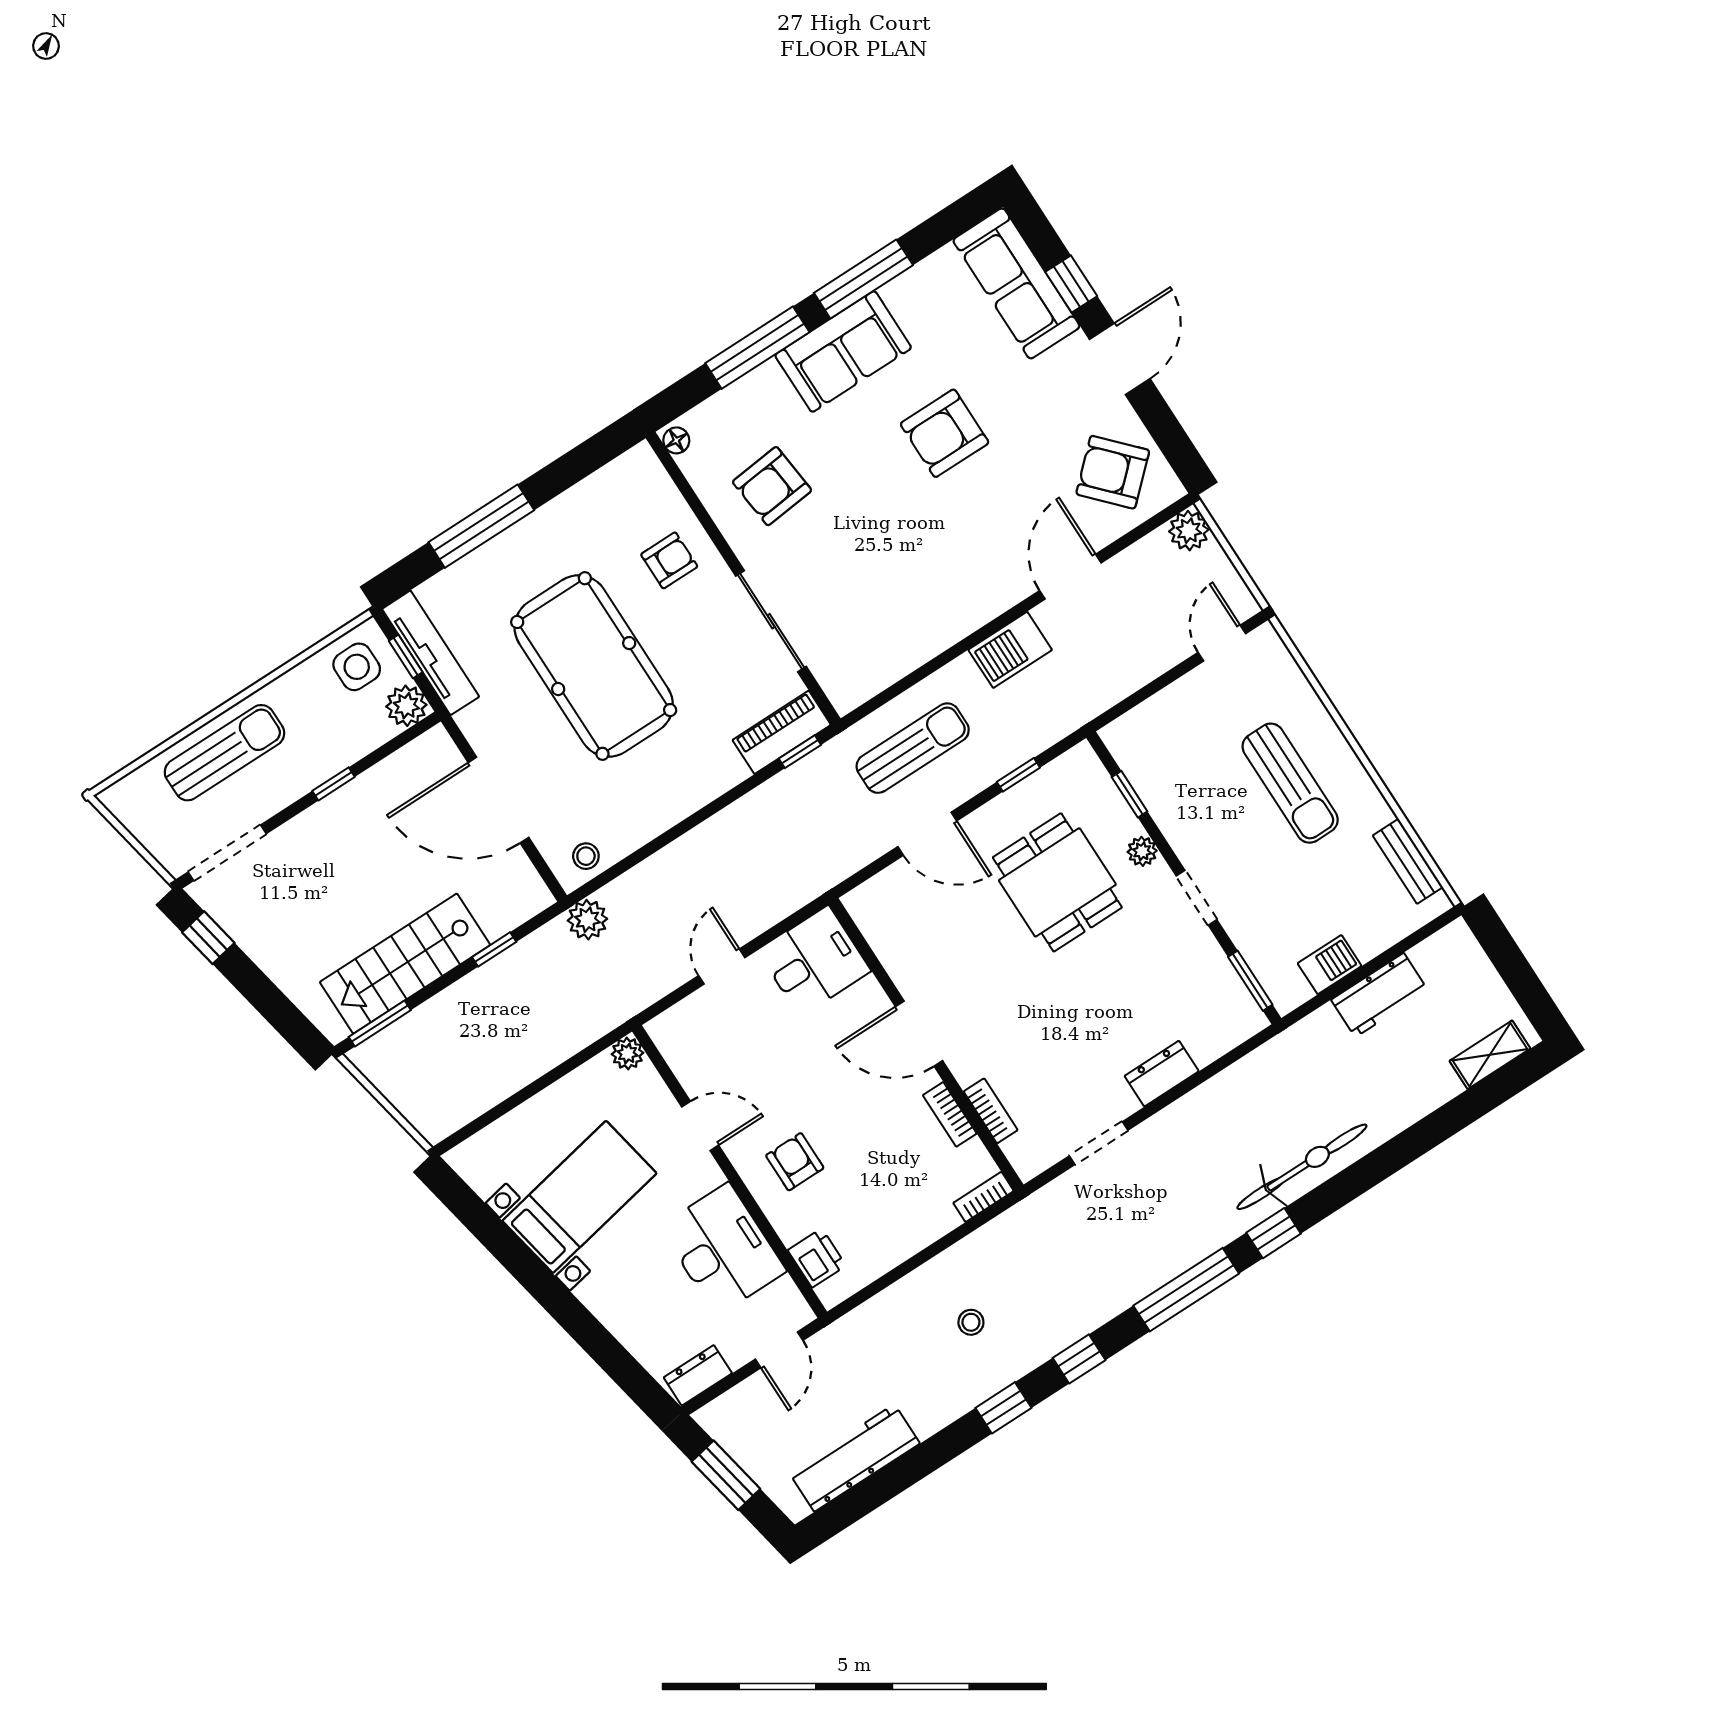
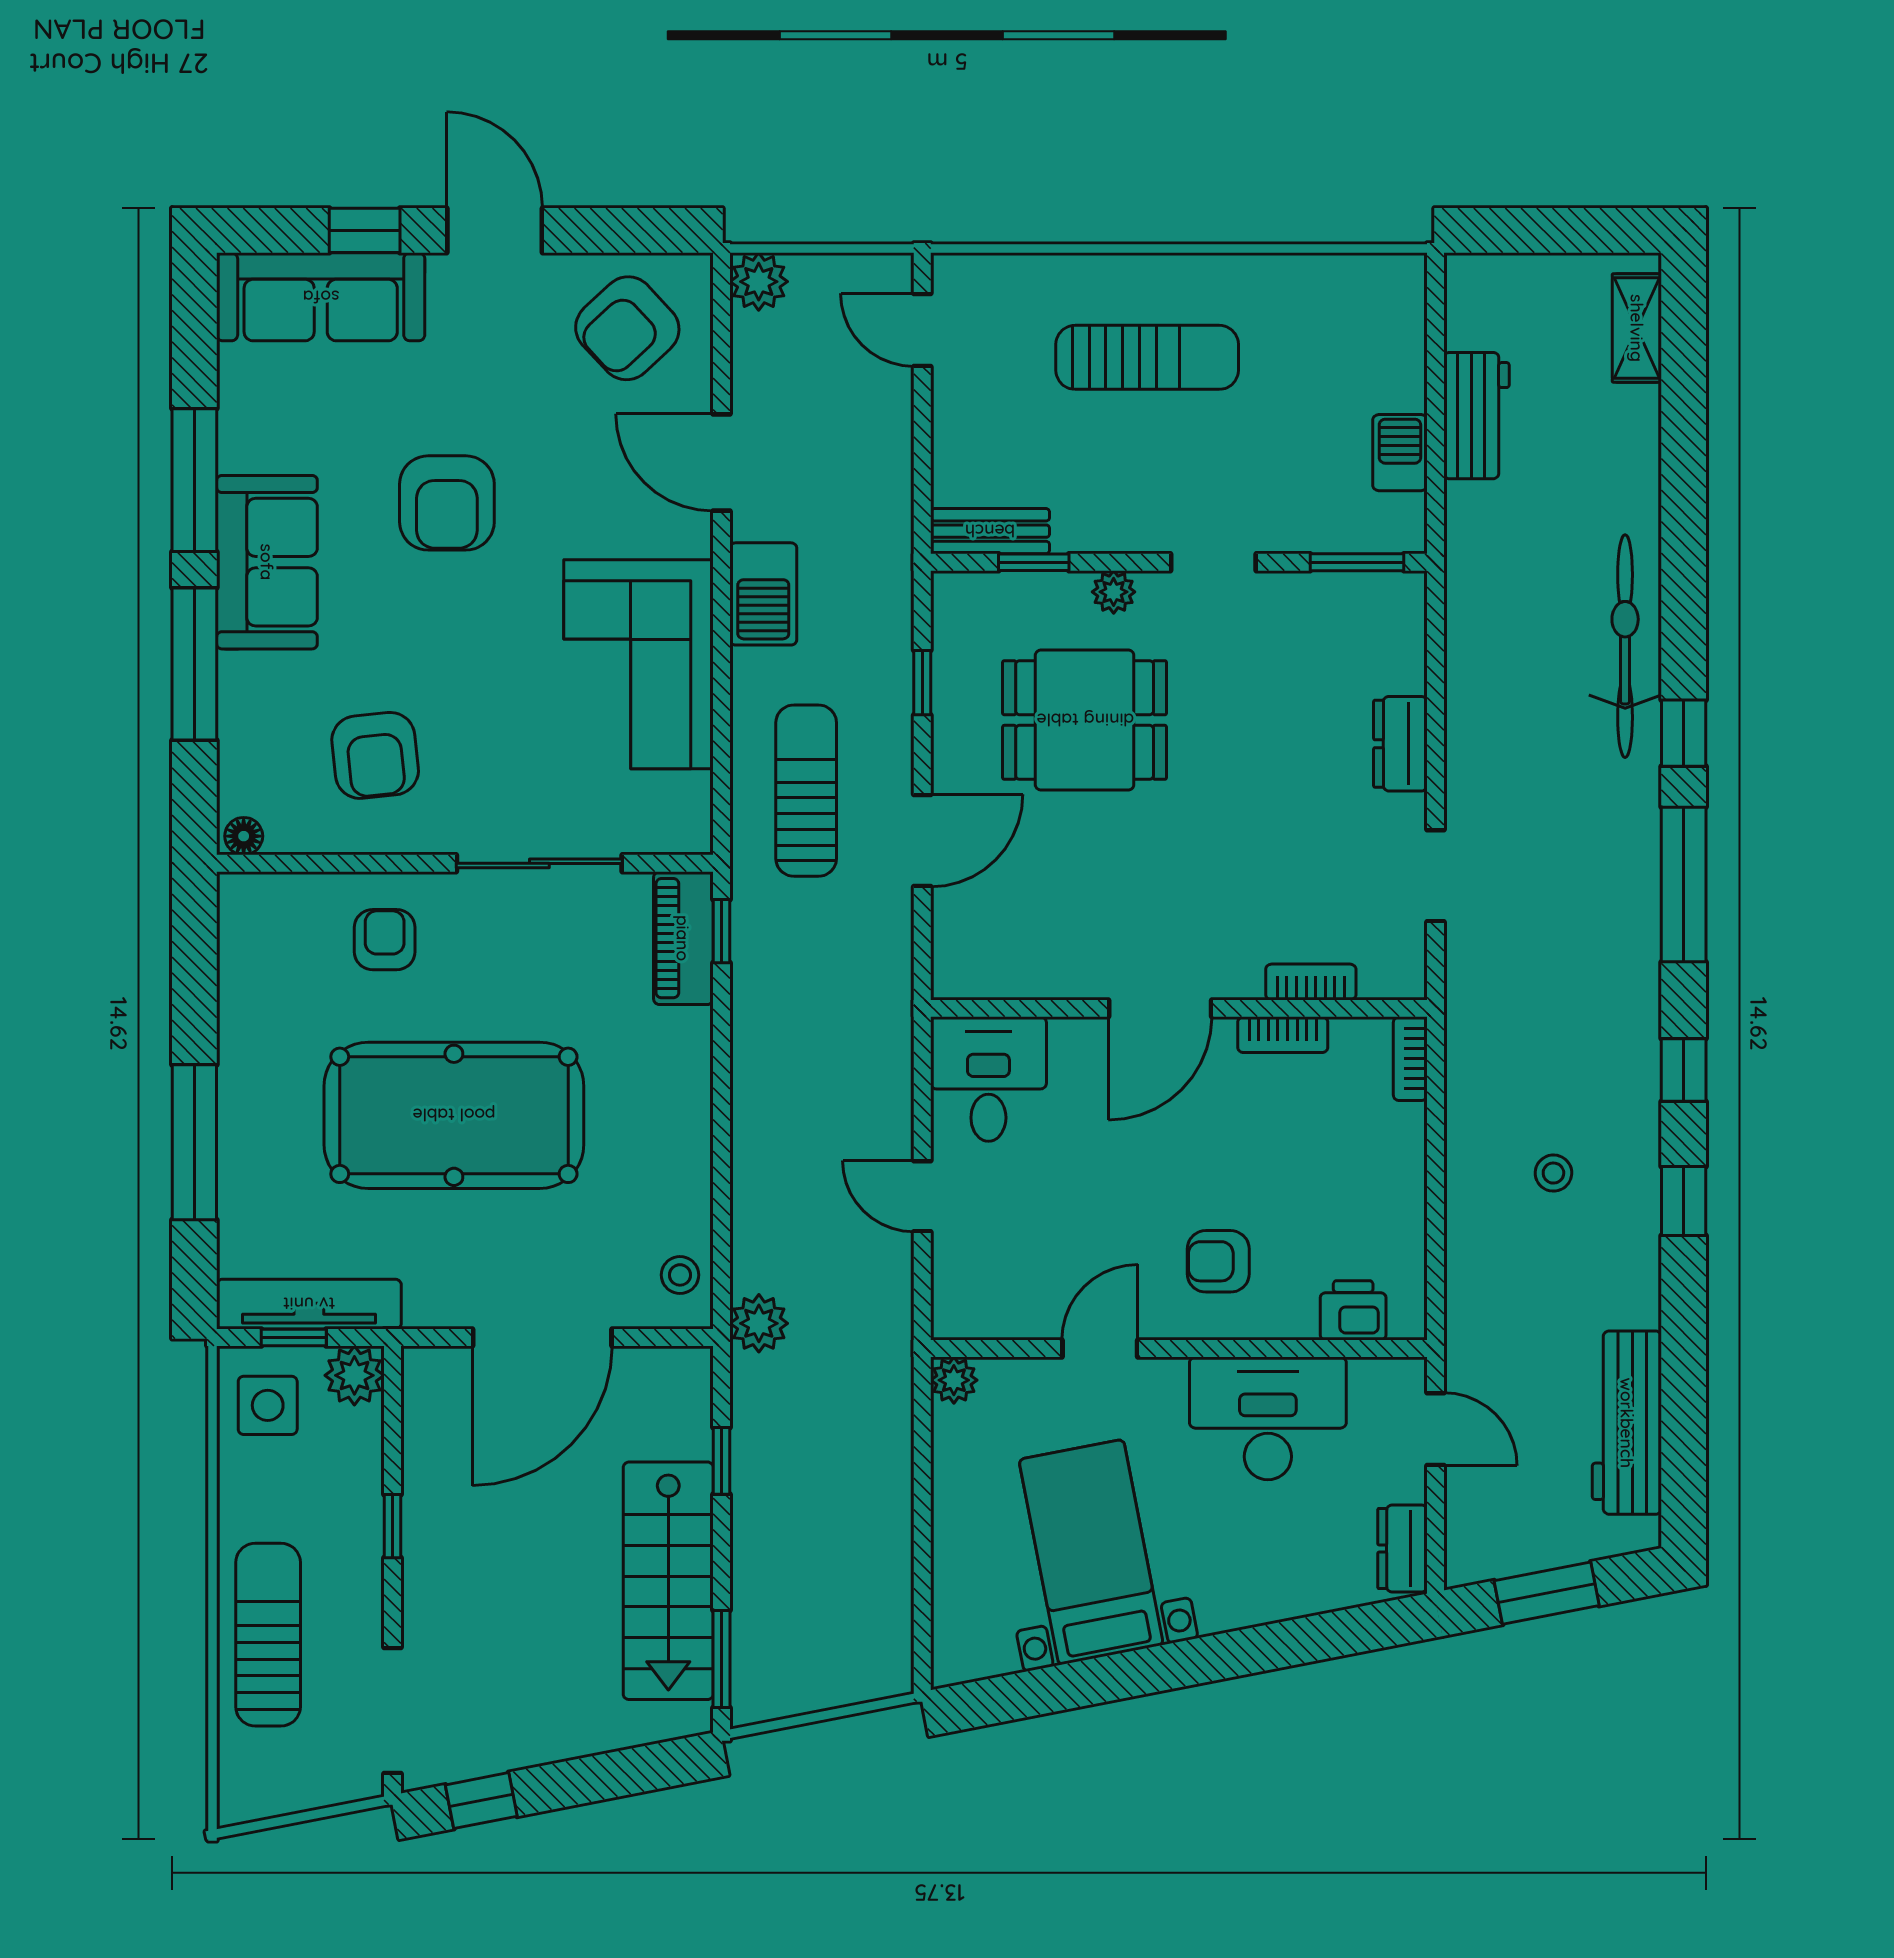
corner sofa: (923, 604) -> (638, 664), added
bench: (1408, 861) -> (990, 531), moved

